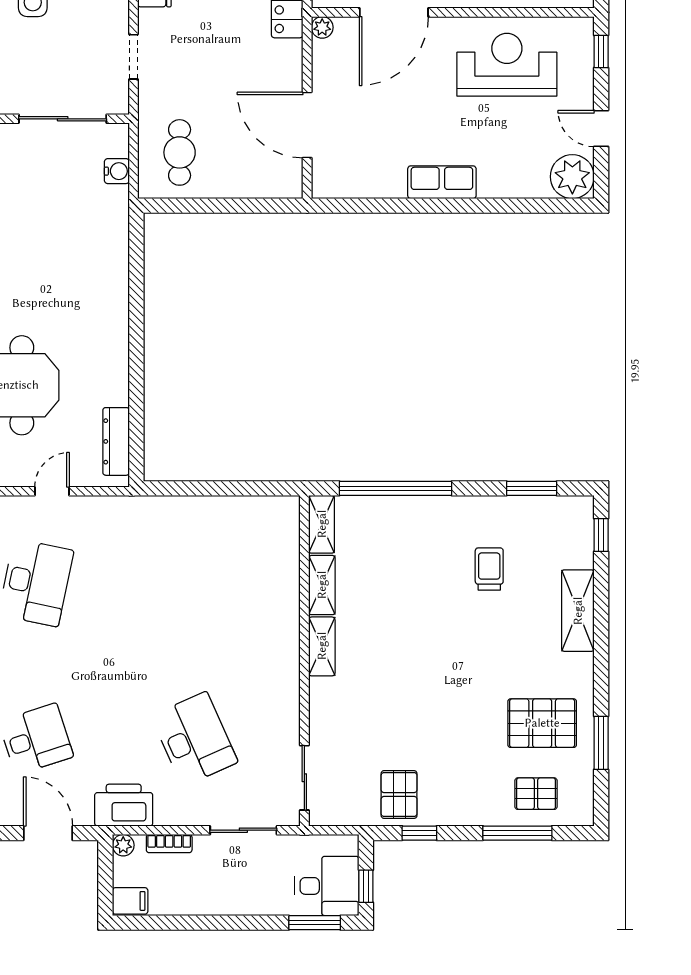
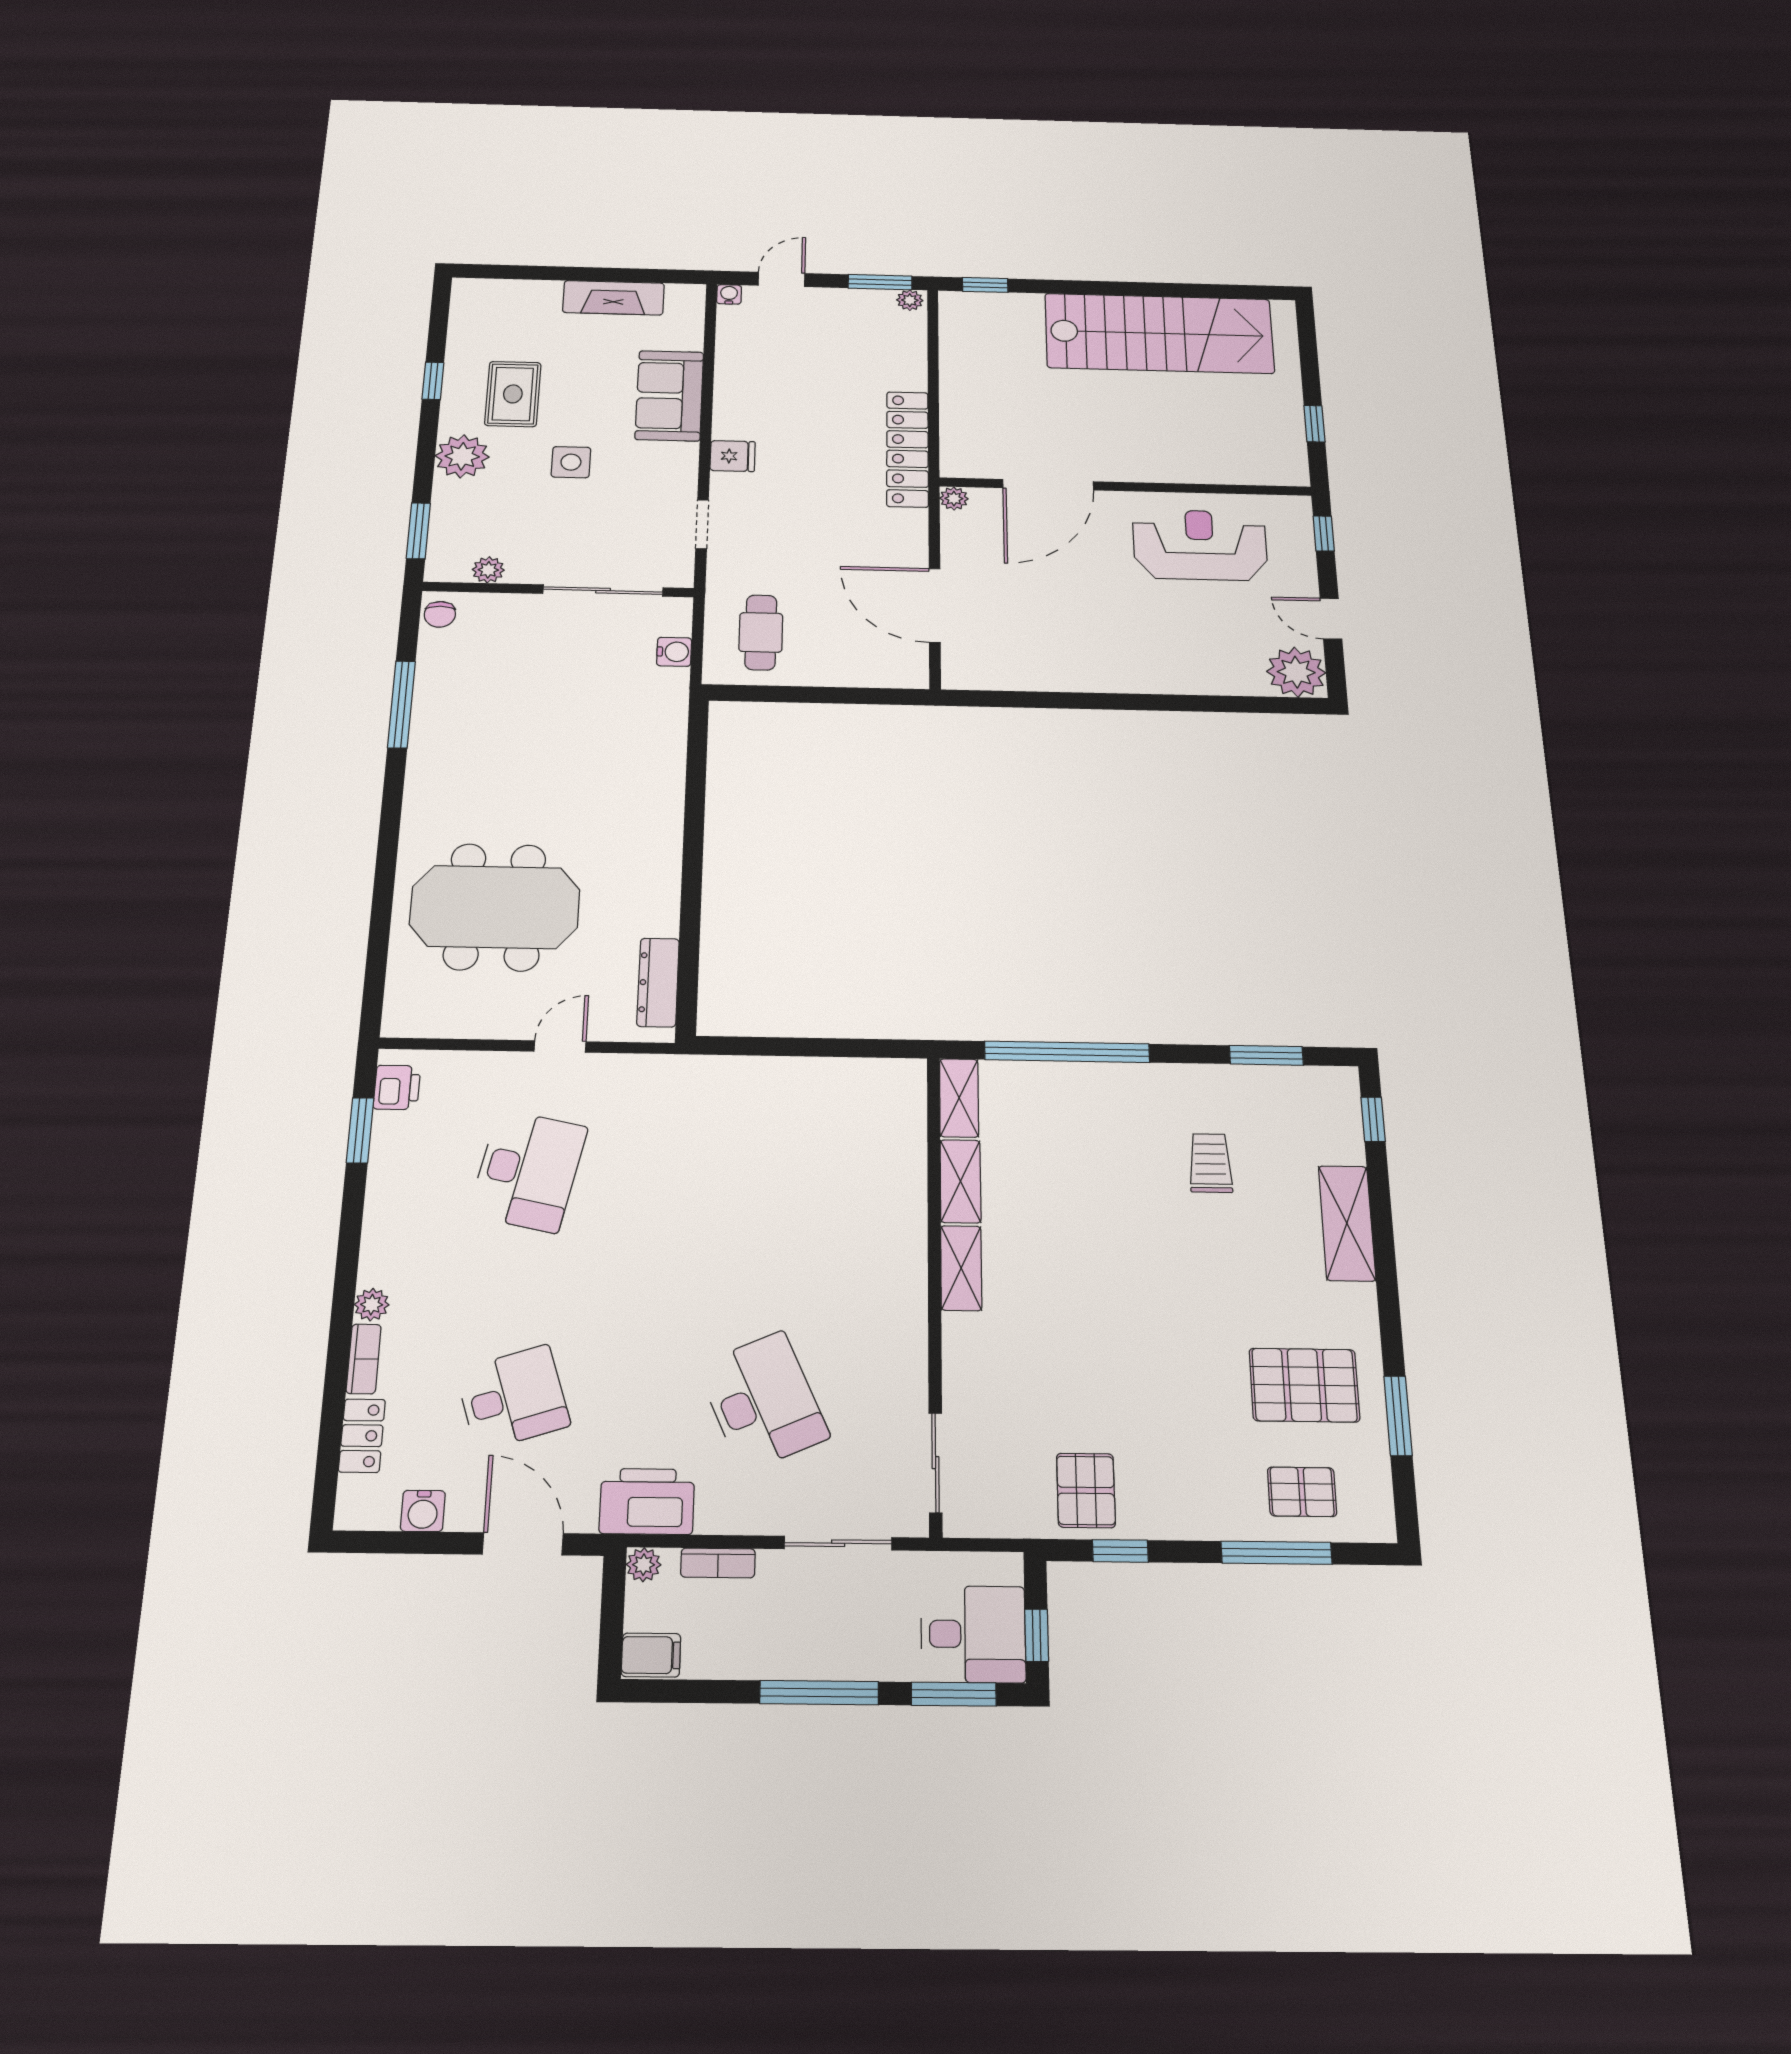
row of seats: (442, 182) -> (1119, 675), removed
window: (233, 923) -> (819, 1693), added

